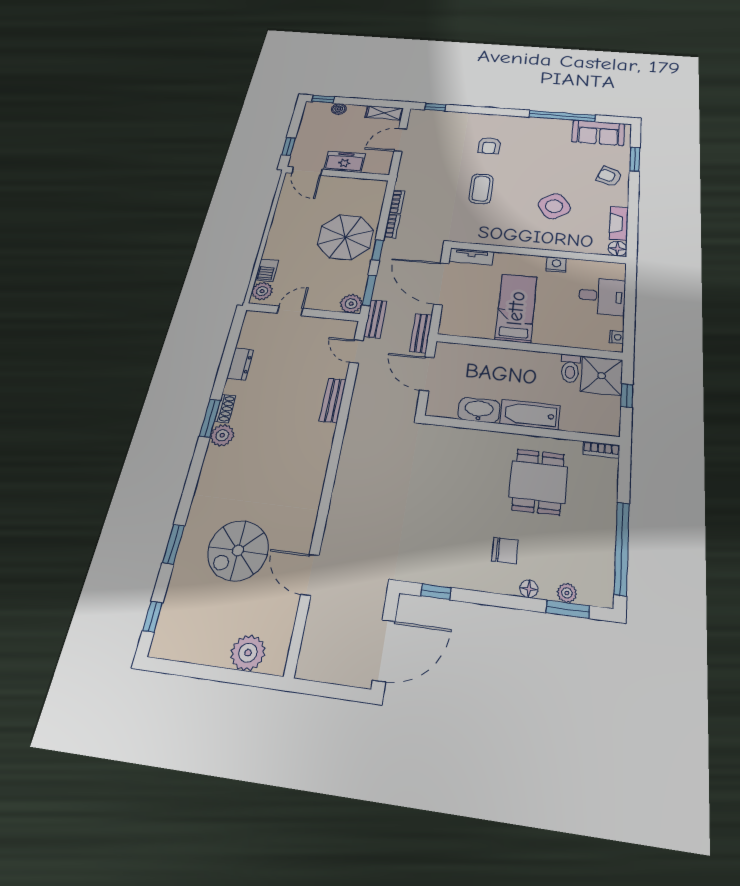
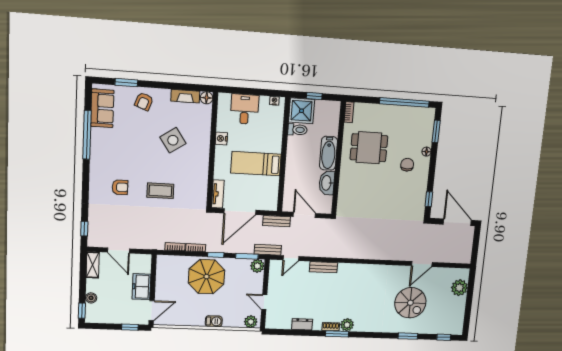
barbecue: (267, 270) -> (214, 321), moved
door: (427, 374) -> (304, 215), swing flipped
plant: (567, 593) -> (428, 132), removed

